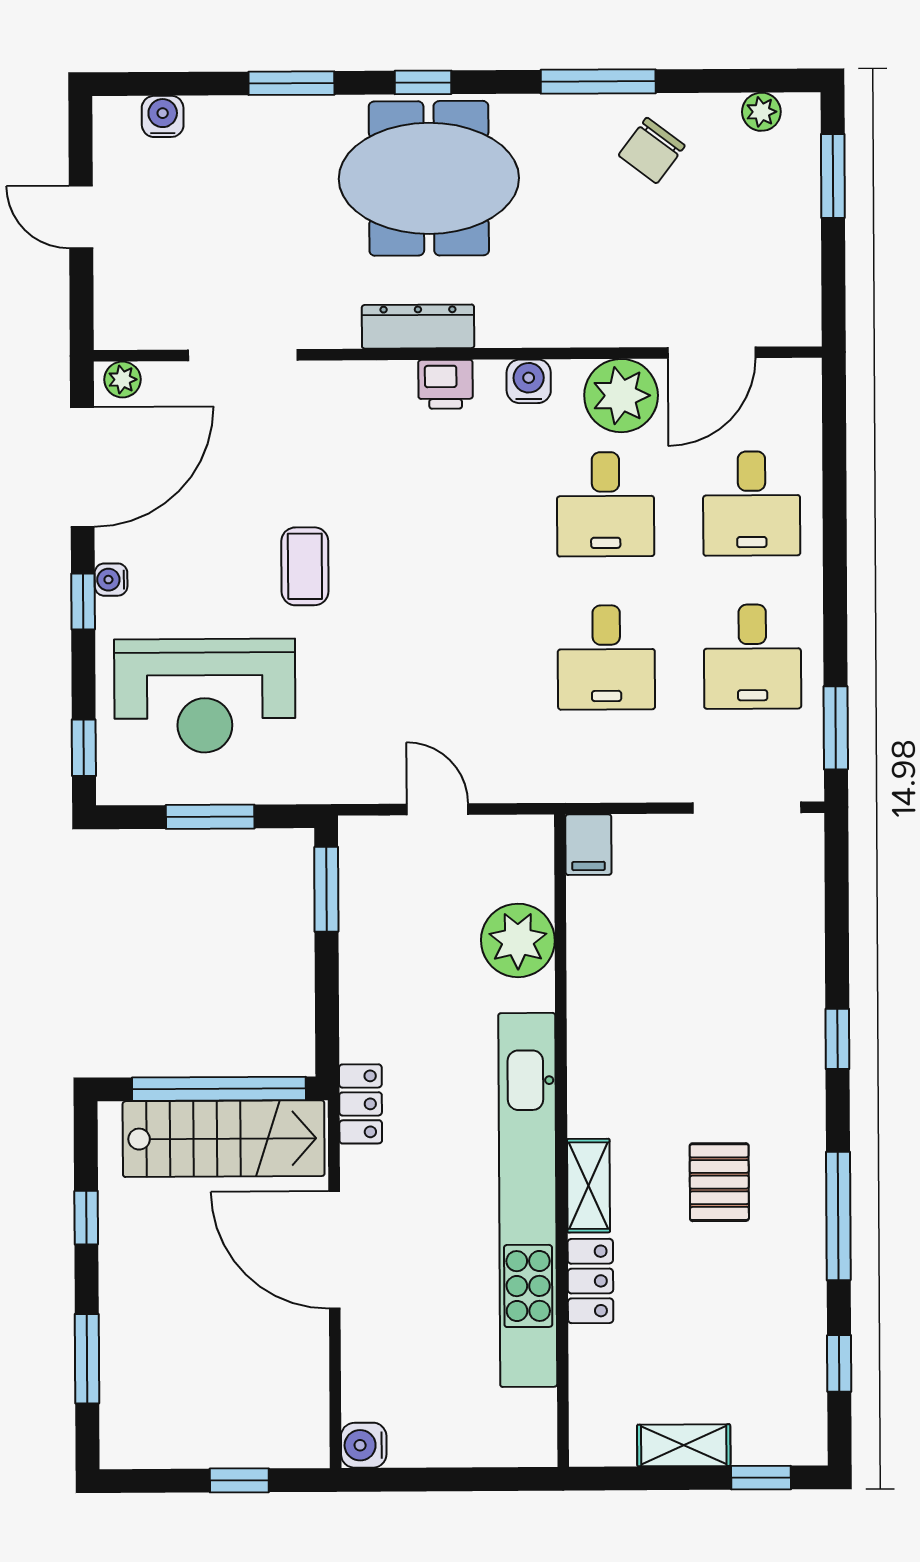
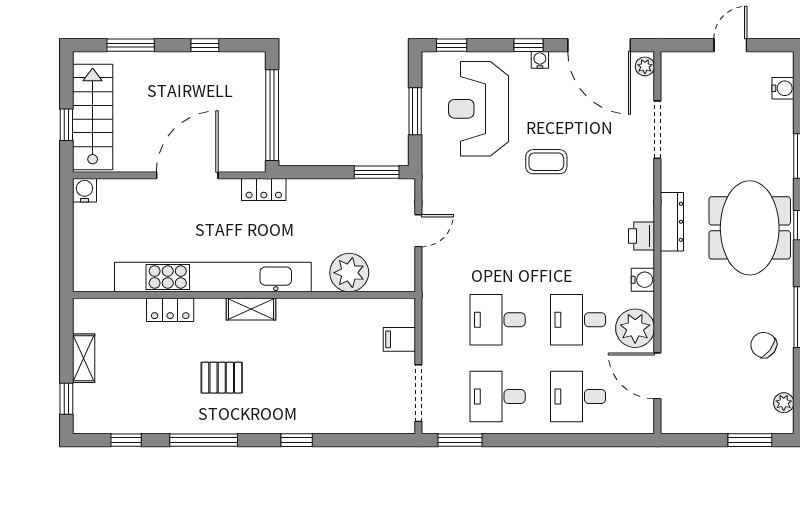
filing cabinet: (588, 845) -> (399, 339), moved
stairs: (224, 1139) -> (93, 117), moved, turned 180
shelving: (588, 1186) -> (251, 309), moved

